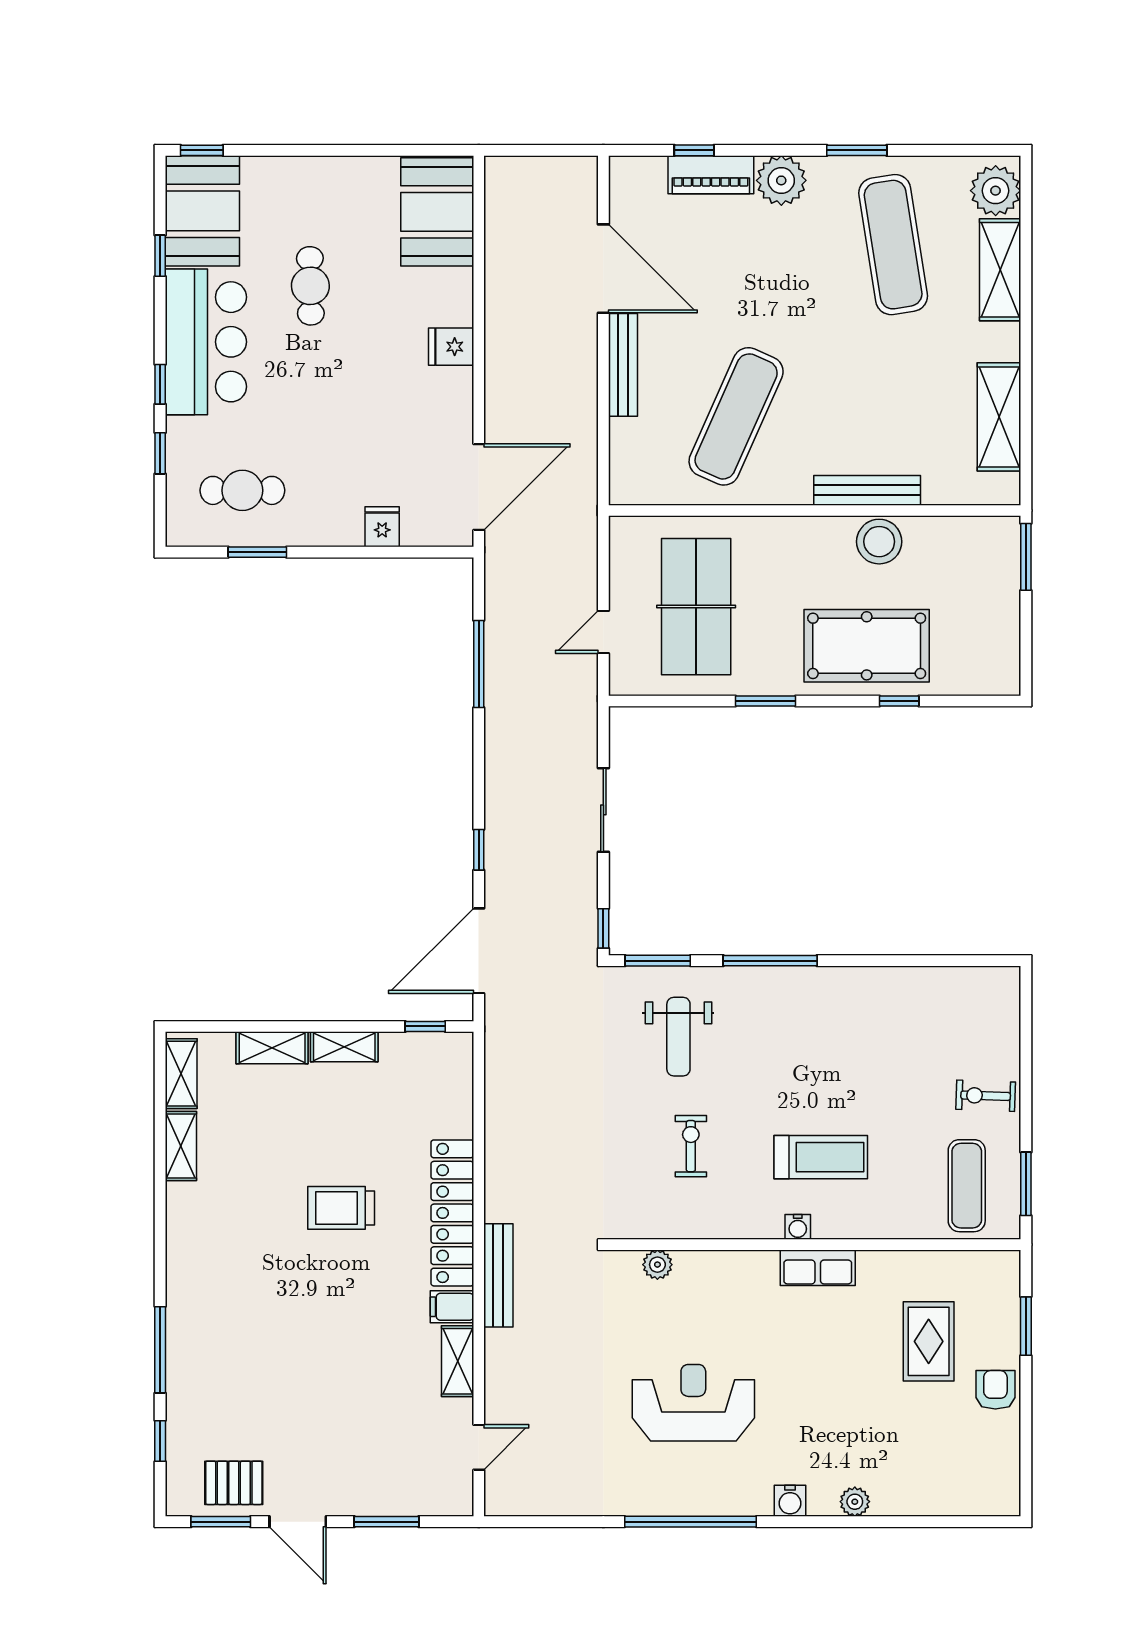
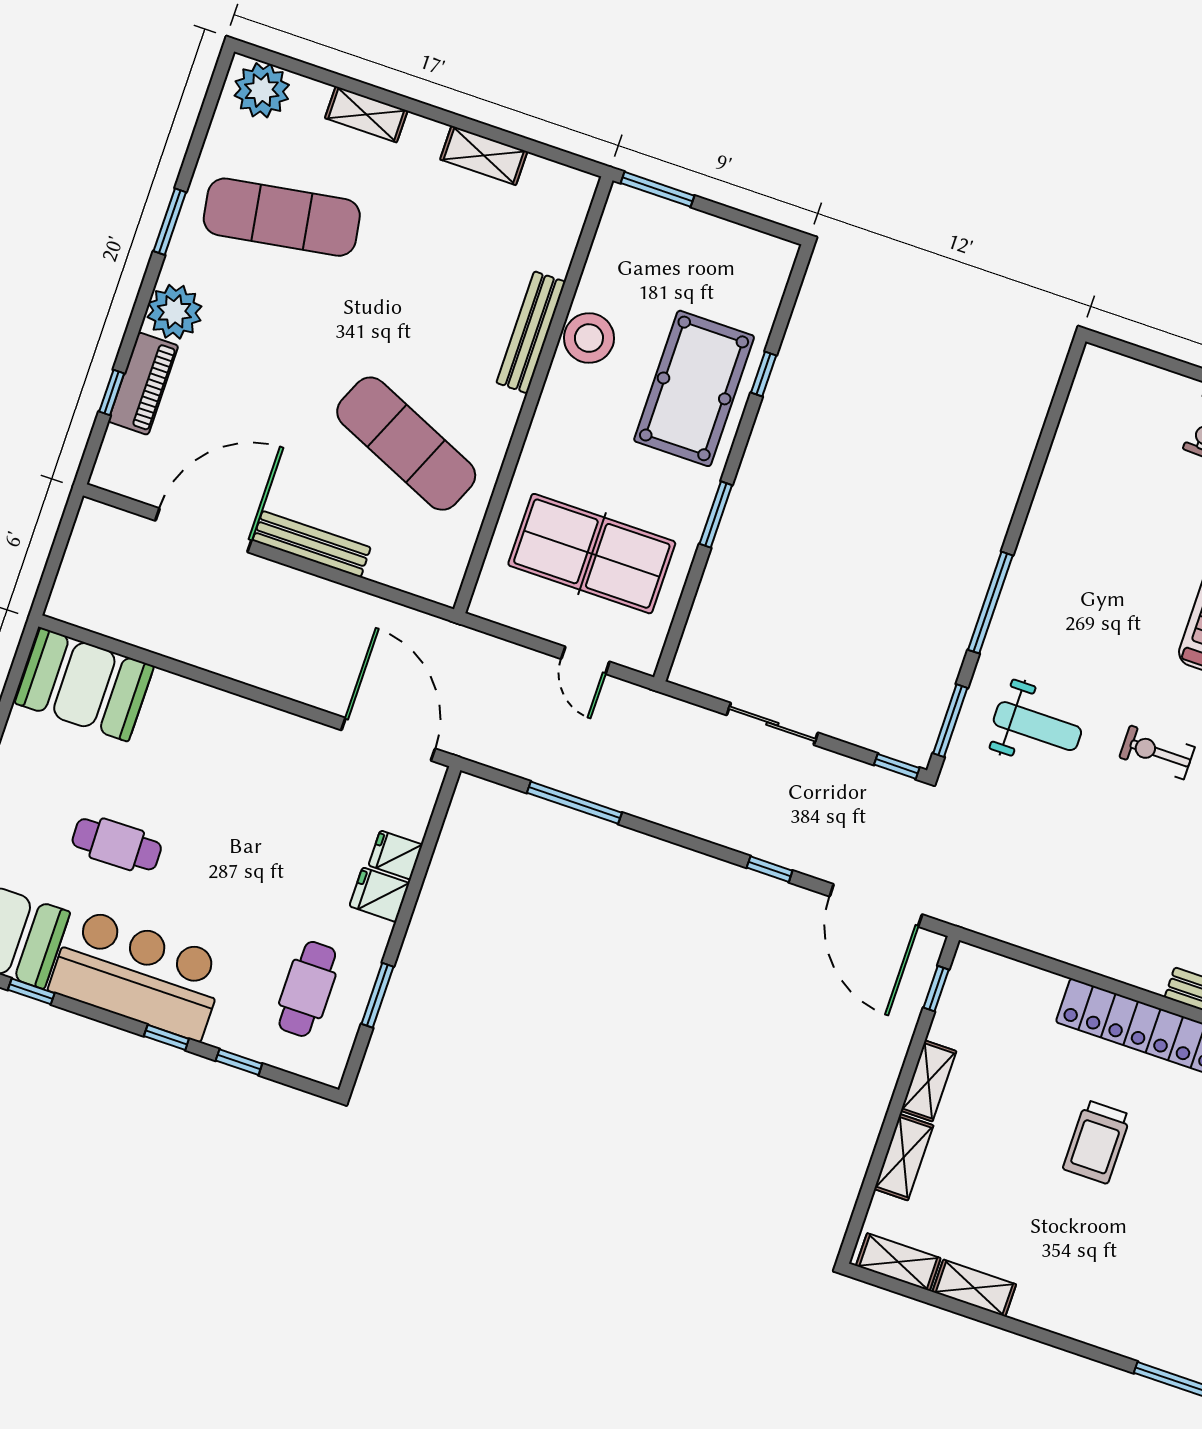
shelving: (1000, 270) -> (366, 114), width x0.67, depth x0.75
fridge: (451, 347) -> (379, 895), moved, turned 90
shelving: (999, 417) -> (484, 155), width x0.67, depth x0.75

